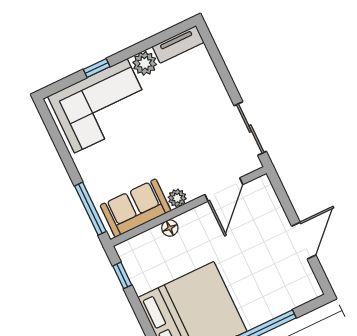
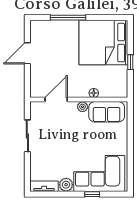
sliding door: (250, 128) -> (27, 136), moved
window: (90, 209) -> (130, 123), removed
window: (122, 275) -> (130, 62), moved

